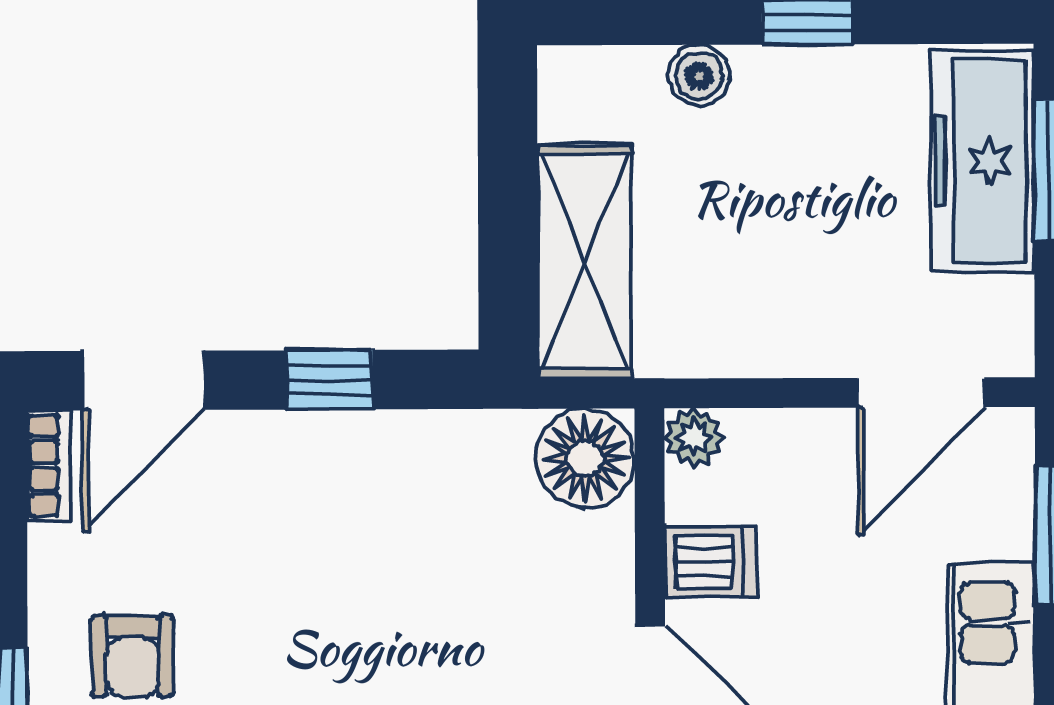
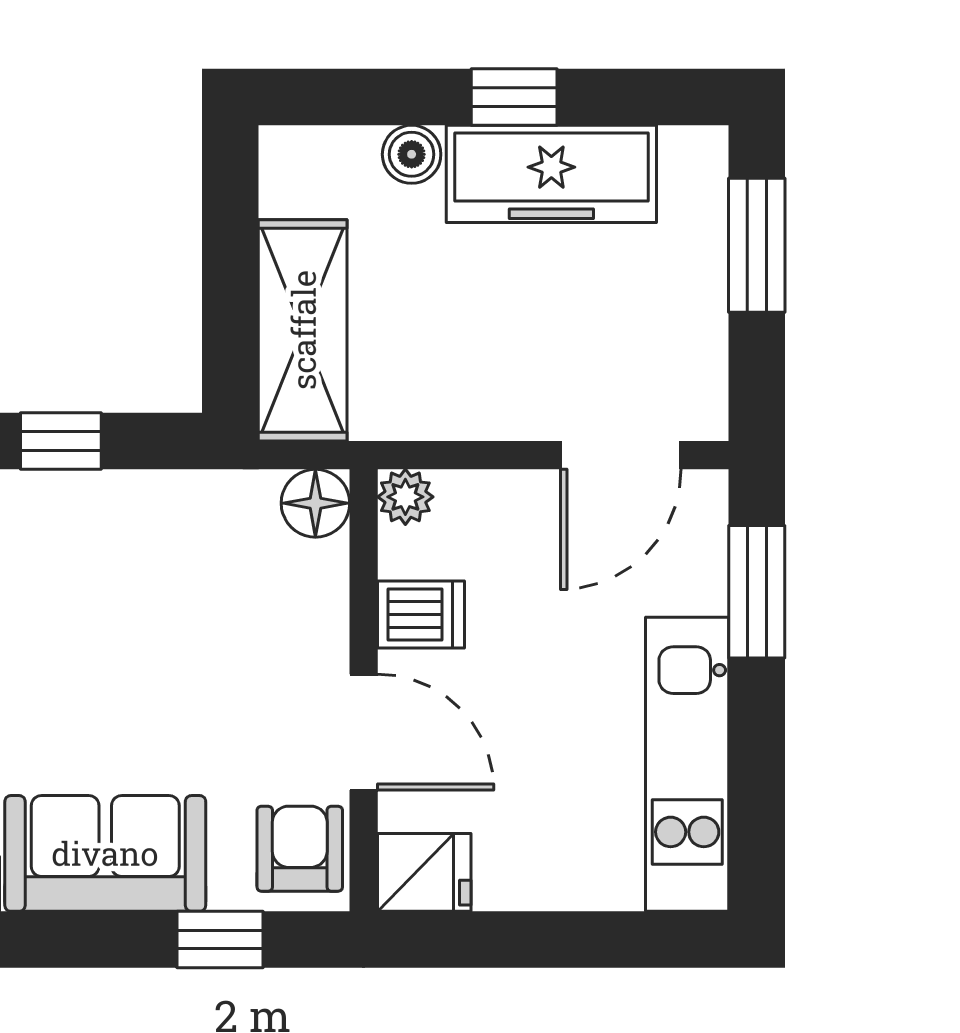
freezer: (983, 161) -> (551, 174), moved, turned -90
floor lamp: (585, 458) -> (315, 503), width x0.73, depth x0.73

